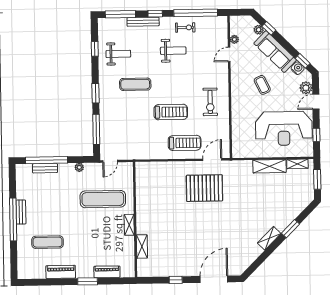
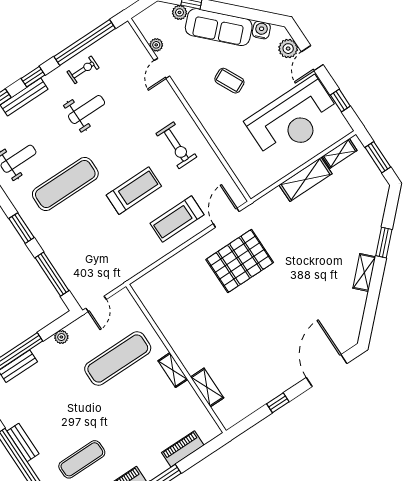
window: (303, 61) -> (262, 16), removed
exercise mat: (135, 84) -> (65, 184), width x1.36, depth x1.45
treadmill: (185, 143) -> (177, 219), turned 180

